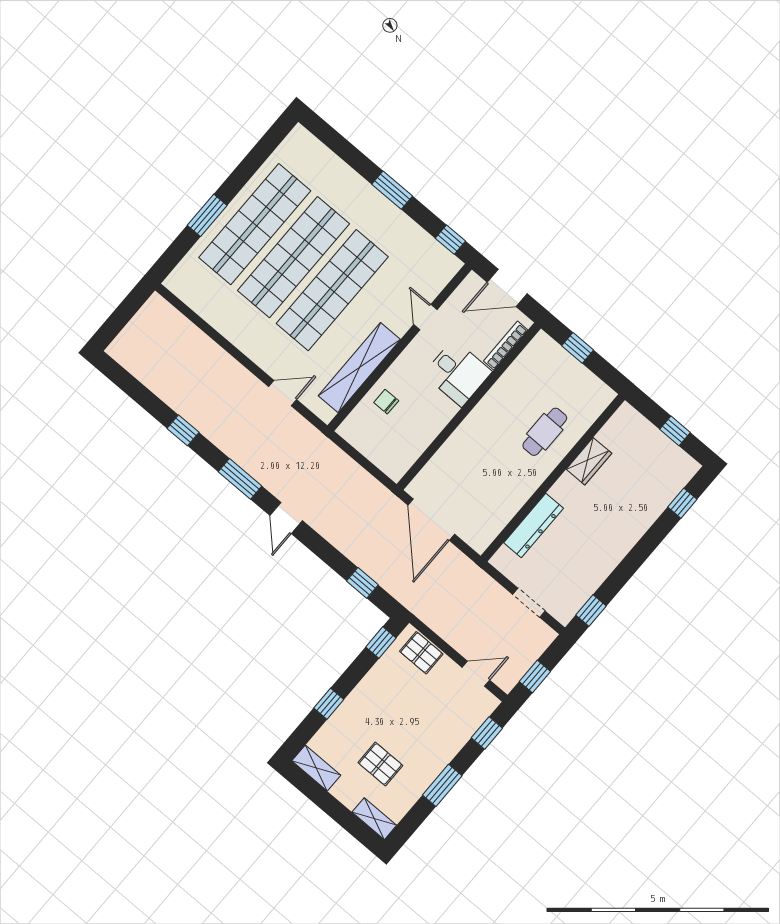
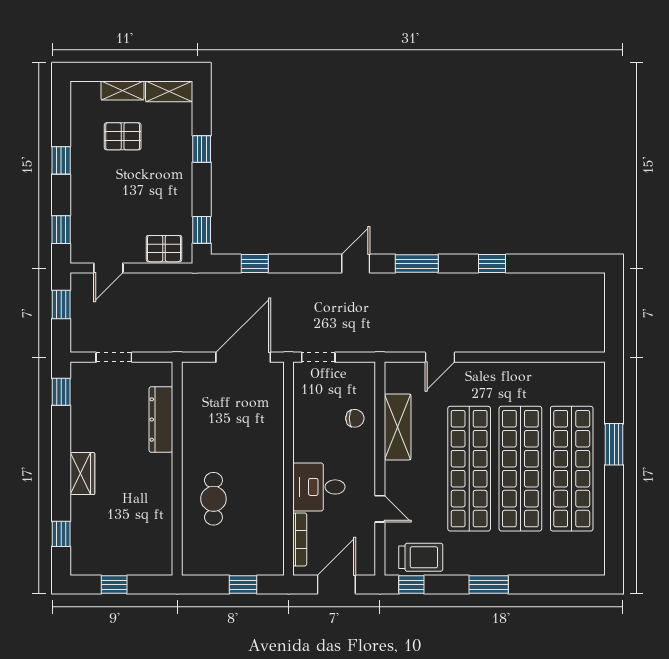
trolley: (426, 254) -> (421, 557), added
shelving: (359, 368) -> (398, 427), width x0.68
wardrobe: (589, 461) -> (82, 474), moved, turned 180
doorway: (375, 471) -> (318, 357), added
door: (286, 518) -> (356, 264), hinge flipped
door: (431, 520) -> (243, 357), hinge flipped
window: (442, 785) -> (61, 160), width x0.67
shelving: (374, 819) -> (122, 90), moved

